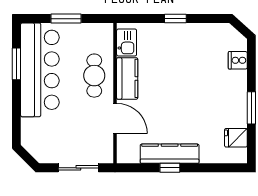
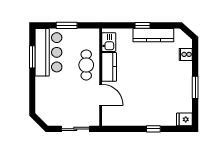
bar counter: (40, 70) -> (48, 52), width x0.73
fridge: (236, 138) -> (184, 119), moved
kitchen counter: (170, 154) -> (153, 35), moved, turned 180
window: (170, 168) -> (153, 129), moved

